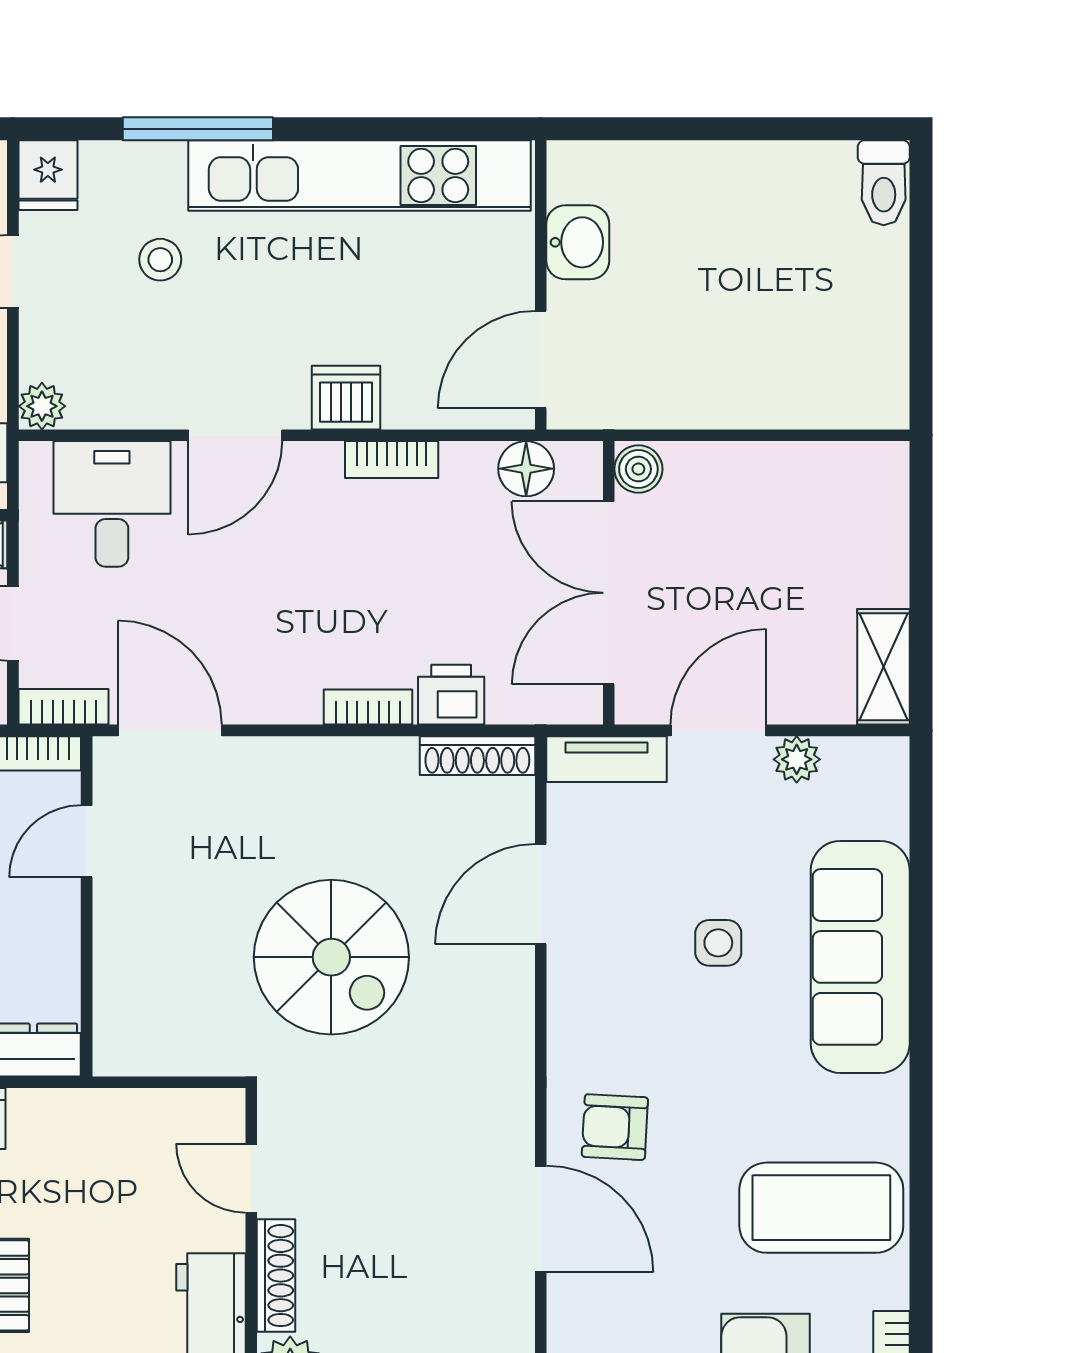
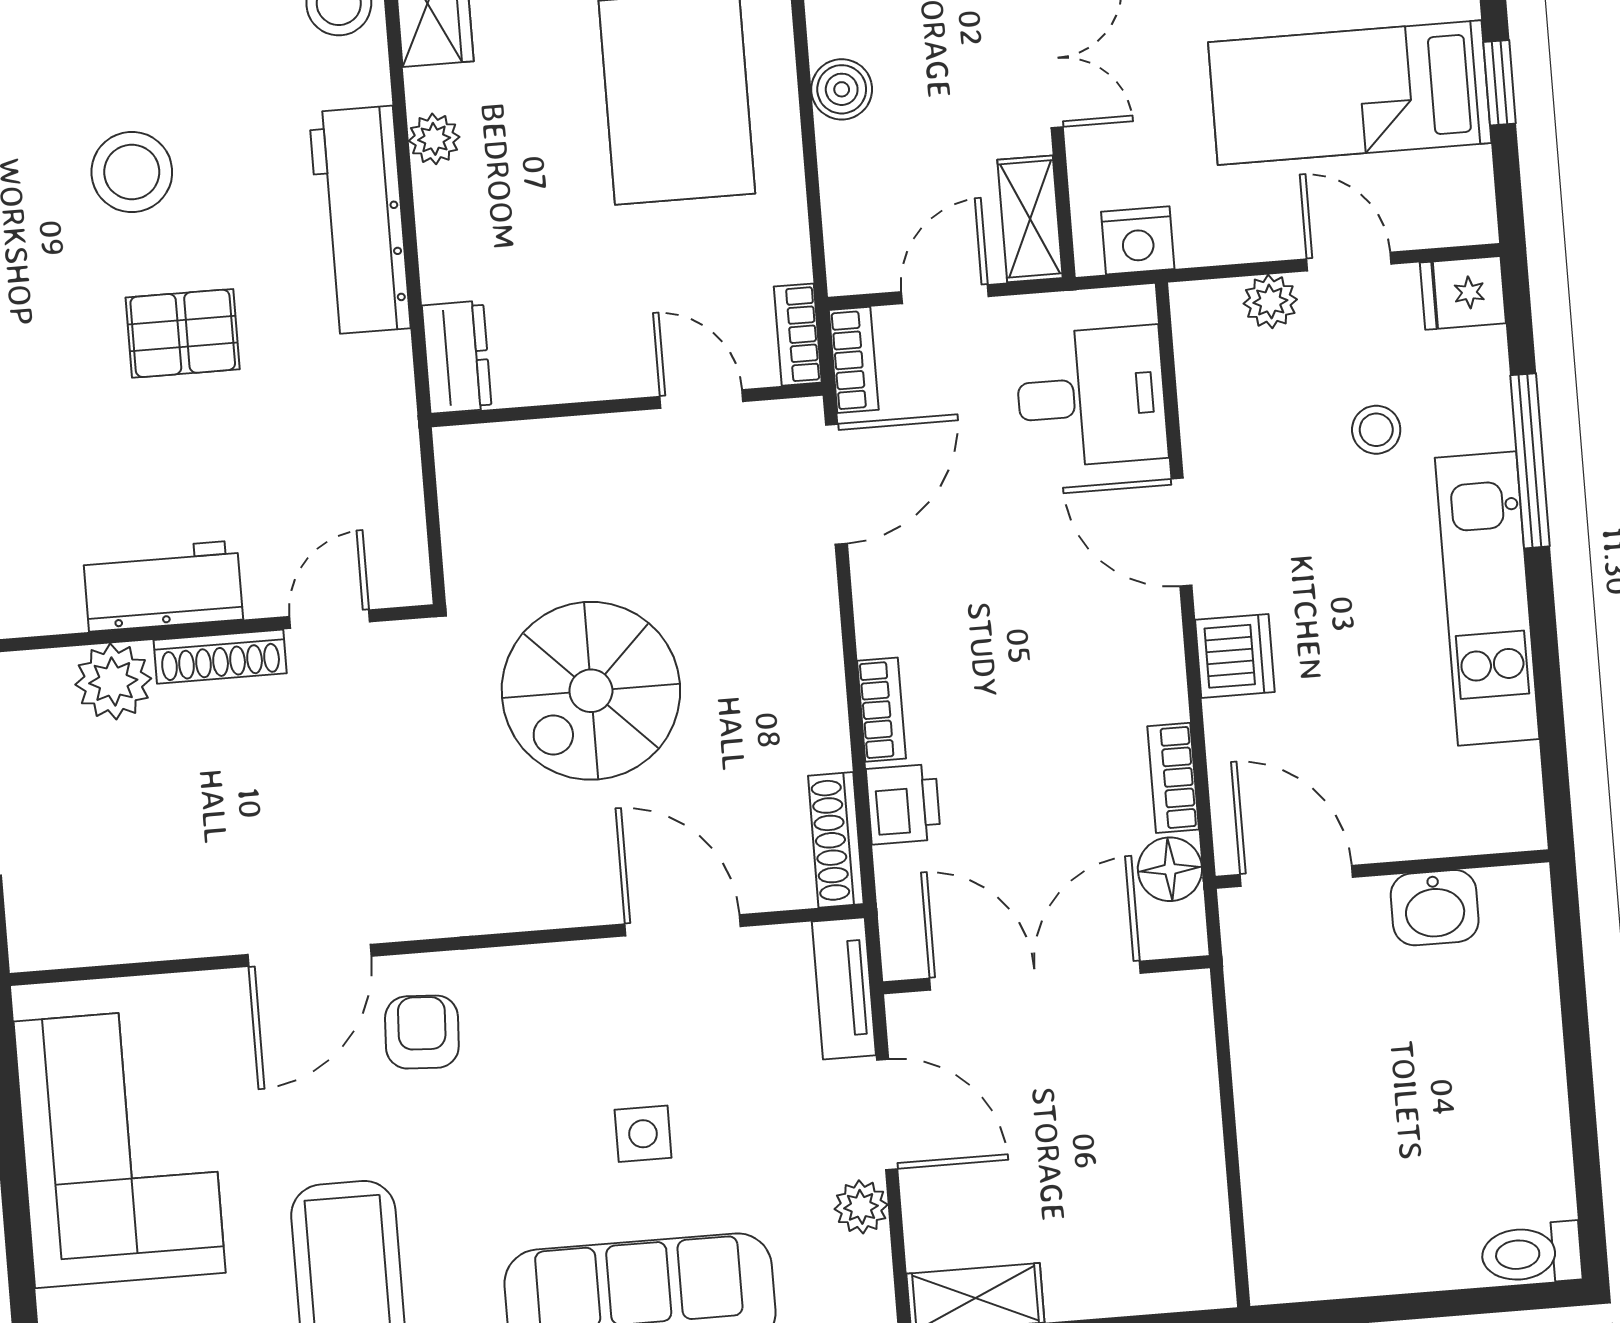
kitchen unit: (360, 175) -> (1487, 598), width x0.73
plant: (42, 406) -> (1270, 302), moved
bookcase: (392, 460) -> (1173, 778), moved
boiler: (638, 469) -> (1180, 998), removed

